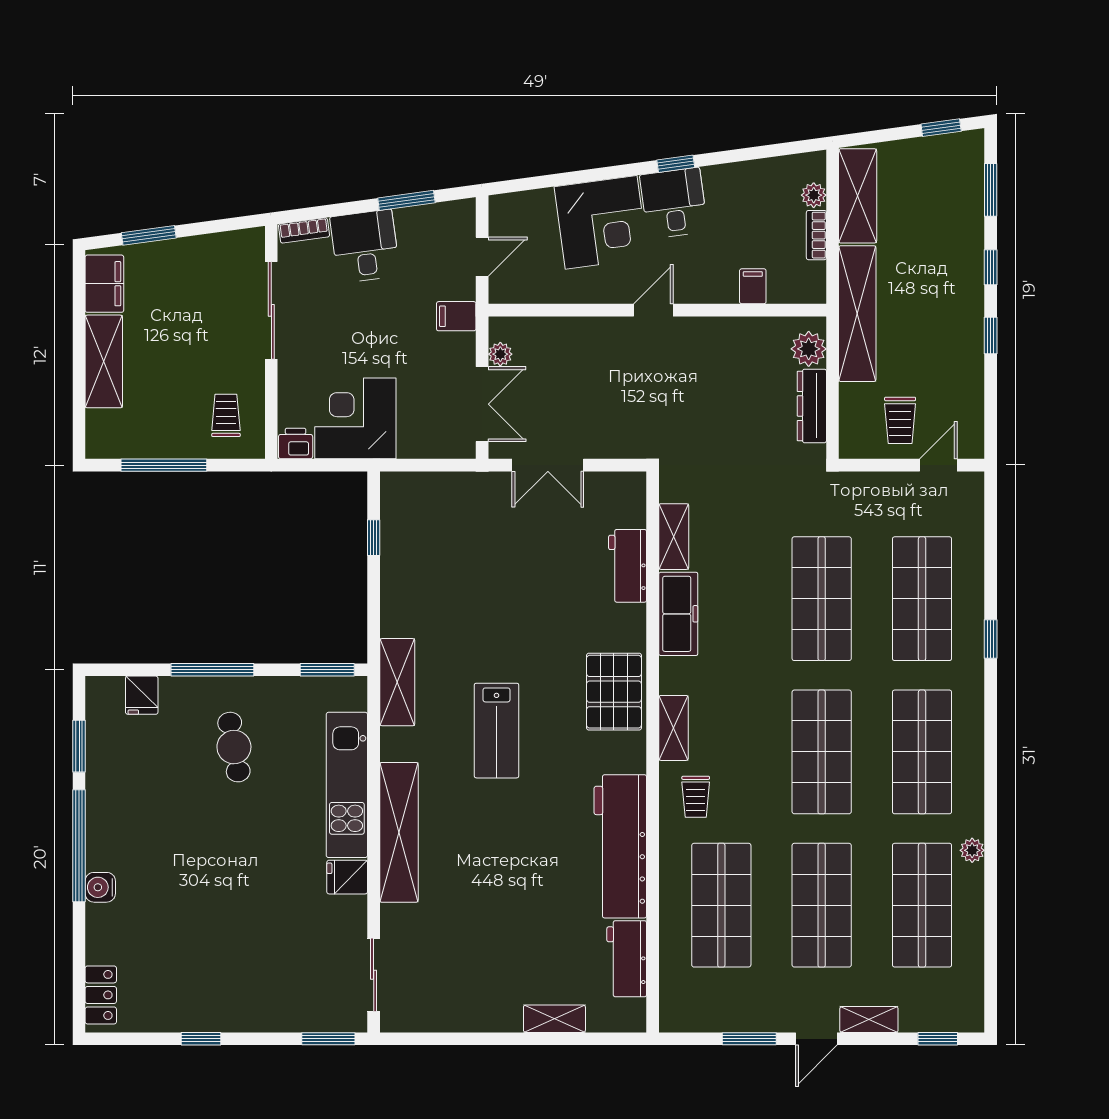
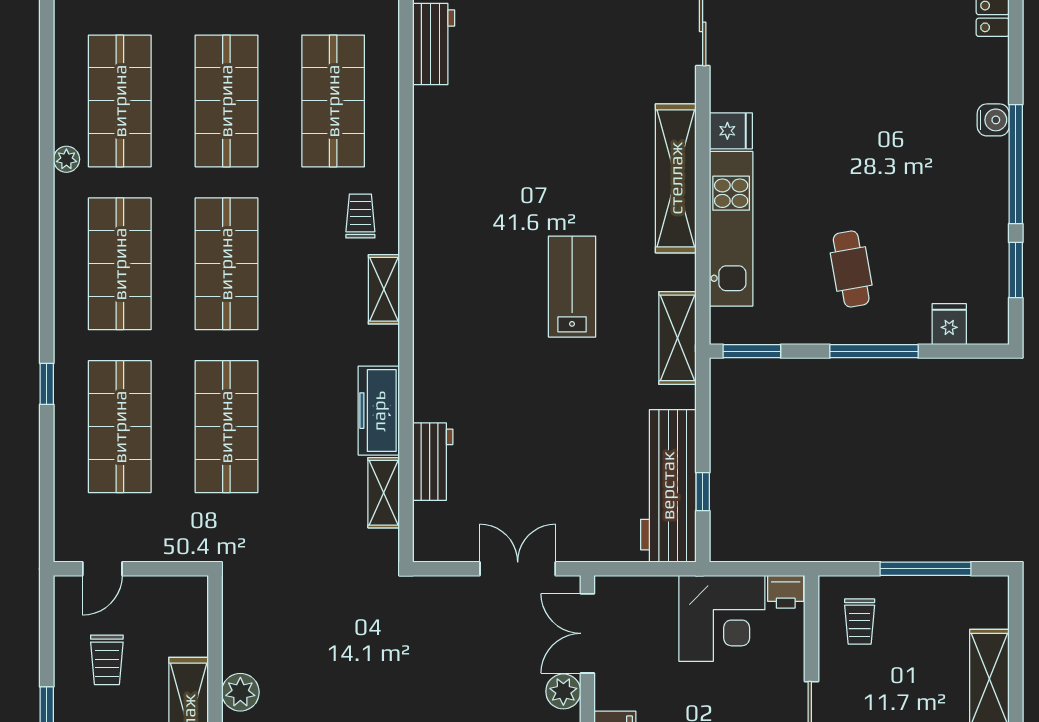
plant: (500, 354) -> (563, 691), width x1.38, depth x1.38
dresser: (812, 406) -> (237, 632), removed
trolley: (900, 420) -> (107, 660), moved, turned 180
pallet: (614, 692) -> (447, 328), removed
workbench: (620, 846) -> (668, 486), moved, turned 180

